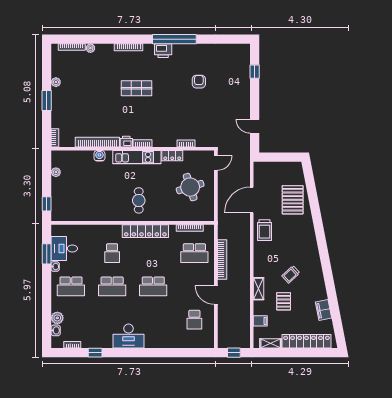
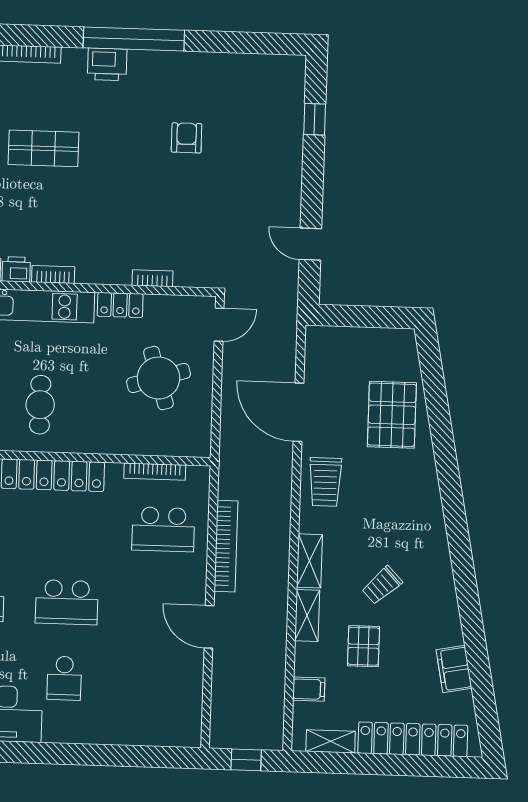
door: (252, 200) -> (298, 412), hinge flipped
shelving: (259, 265) -> (309, 561), added
school desk: (194, 320) -> (64, 678), moved

